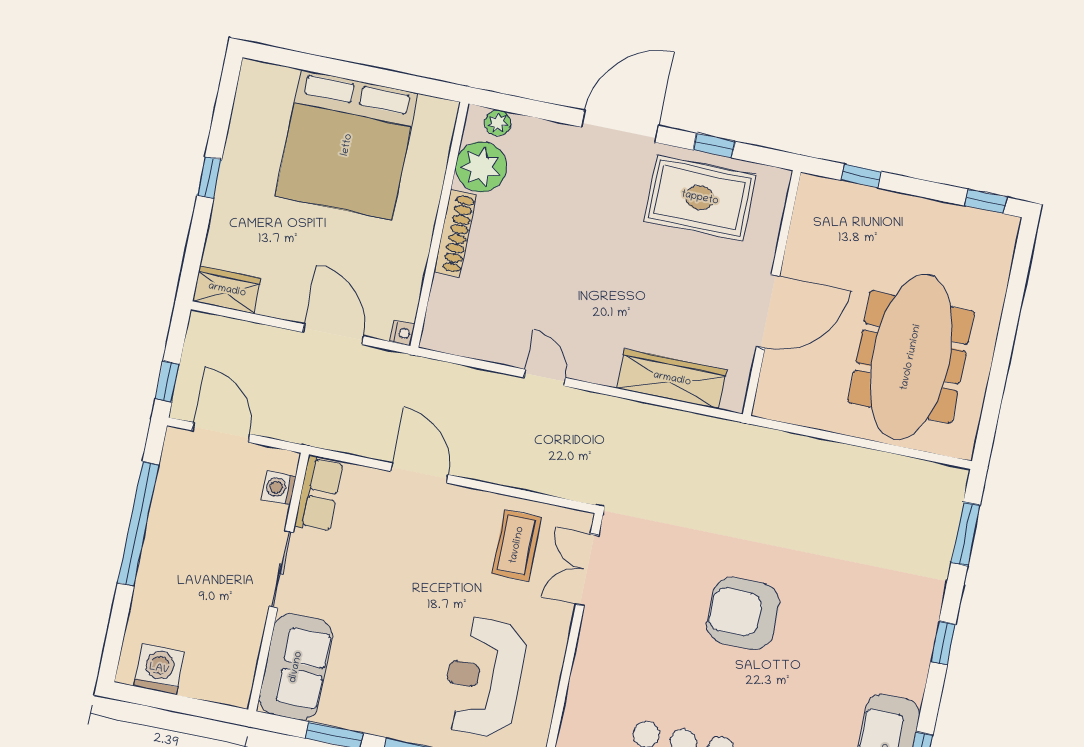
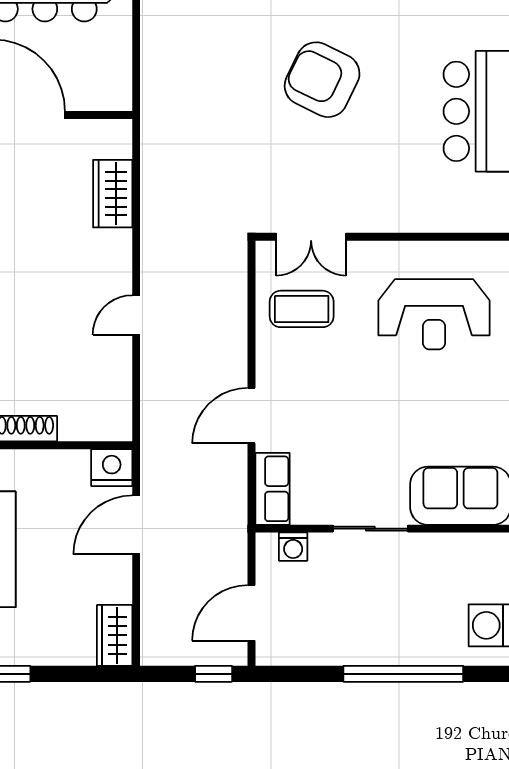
nightstand: (402, 333) -> (112, 468), width x1.89, depth x1.79
wardrobe: (672, 379) -> (113, 194), width x0.67
row of seats: (319, 494) -> (273, 489), moved, turned 90
window: (138, 524) -> (403, 674), moved
armchair: (743, 613) -> (322, 80), turned 116

